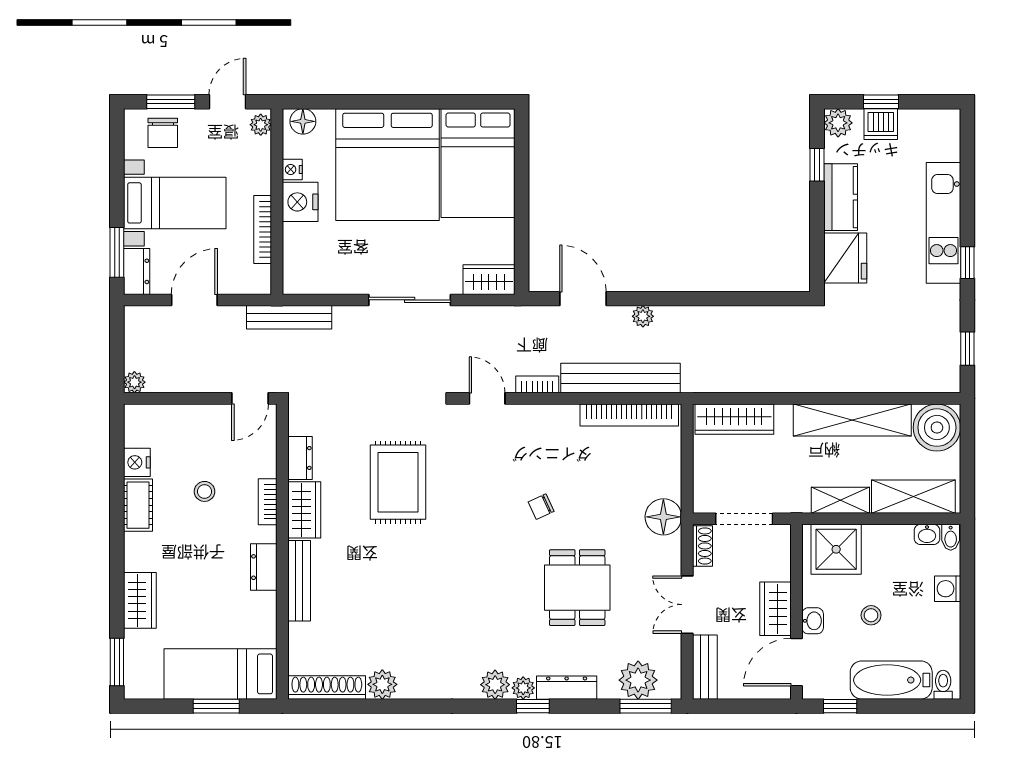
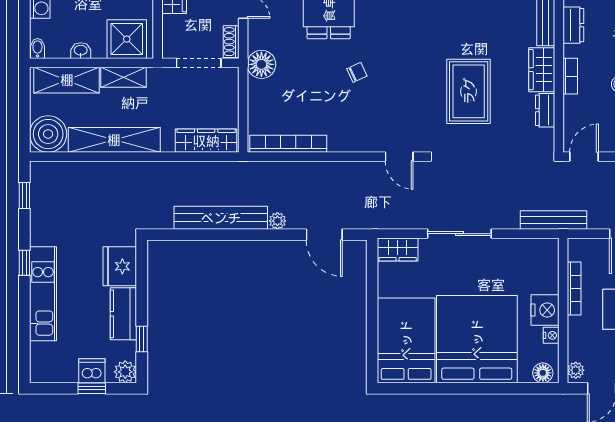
bench: (621, 378) -> (221, 218), moved
bookcase: (537, 384) -> (360, 168), removed
washbasin: (927, 534) -> (81, 51), moved

